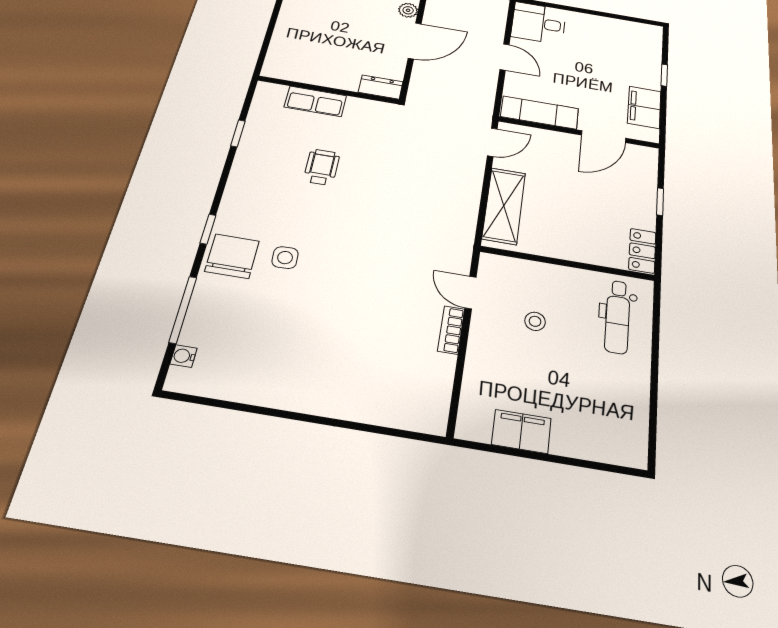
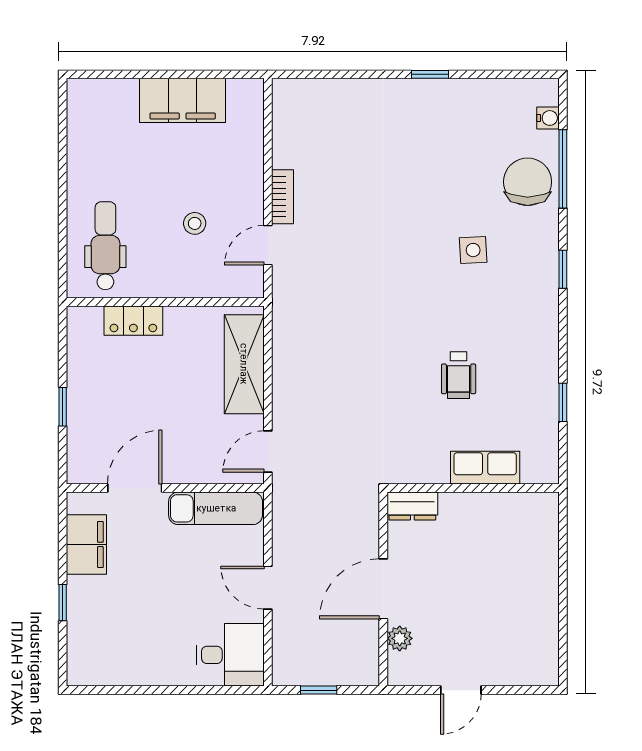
locker: (642, 251) -> (133, 321), moved, turned 90
chair: (232, 256) -> (528, 182), moved, turned 180
door: (471, 293) -> (268, 245), swing flipped
window: (289, 415) -> (430, 74), added
filing cabinet: (521, 431) -> (183, 100), width x1.50, depth x1.17

